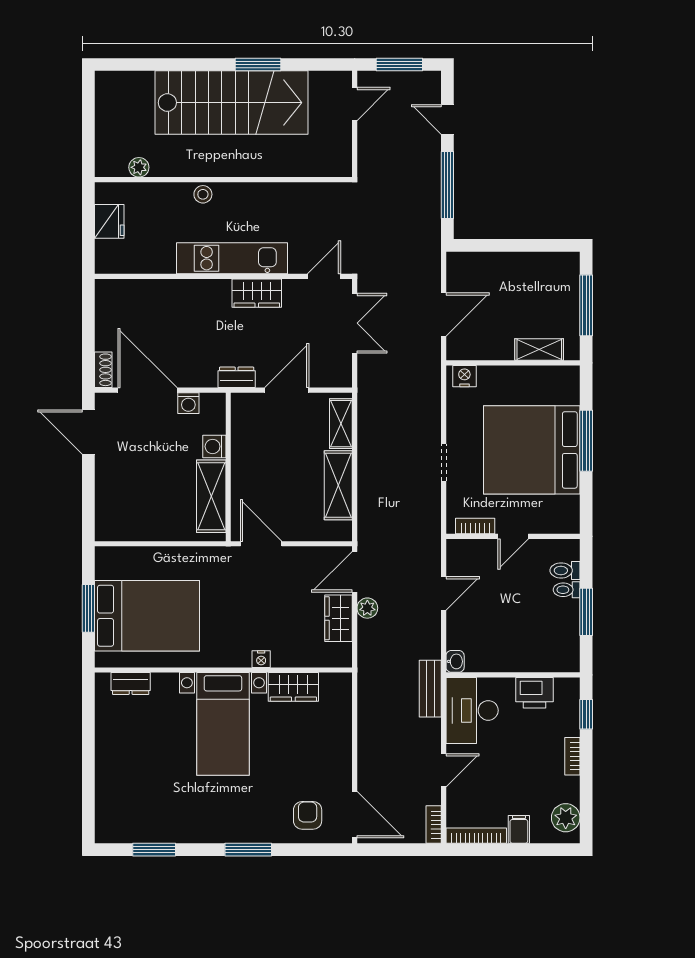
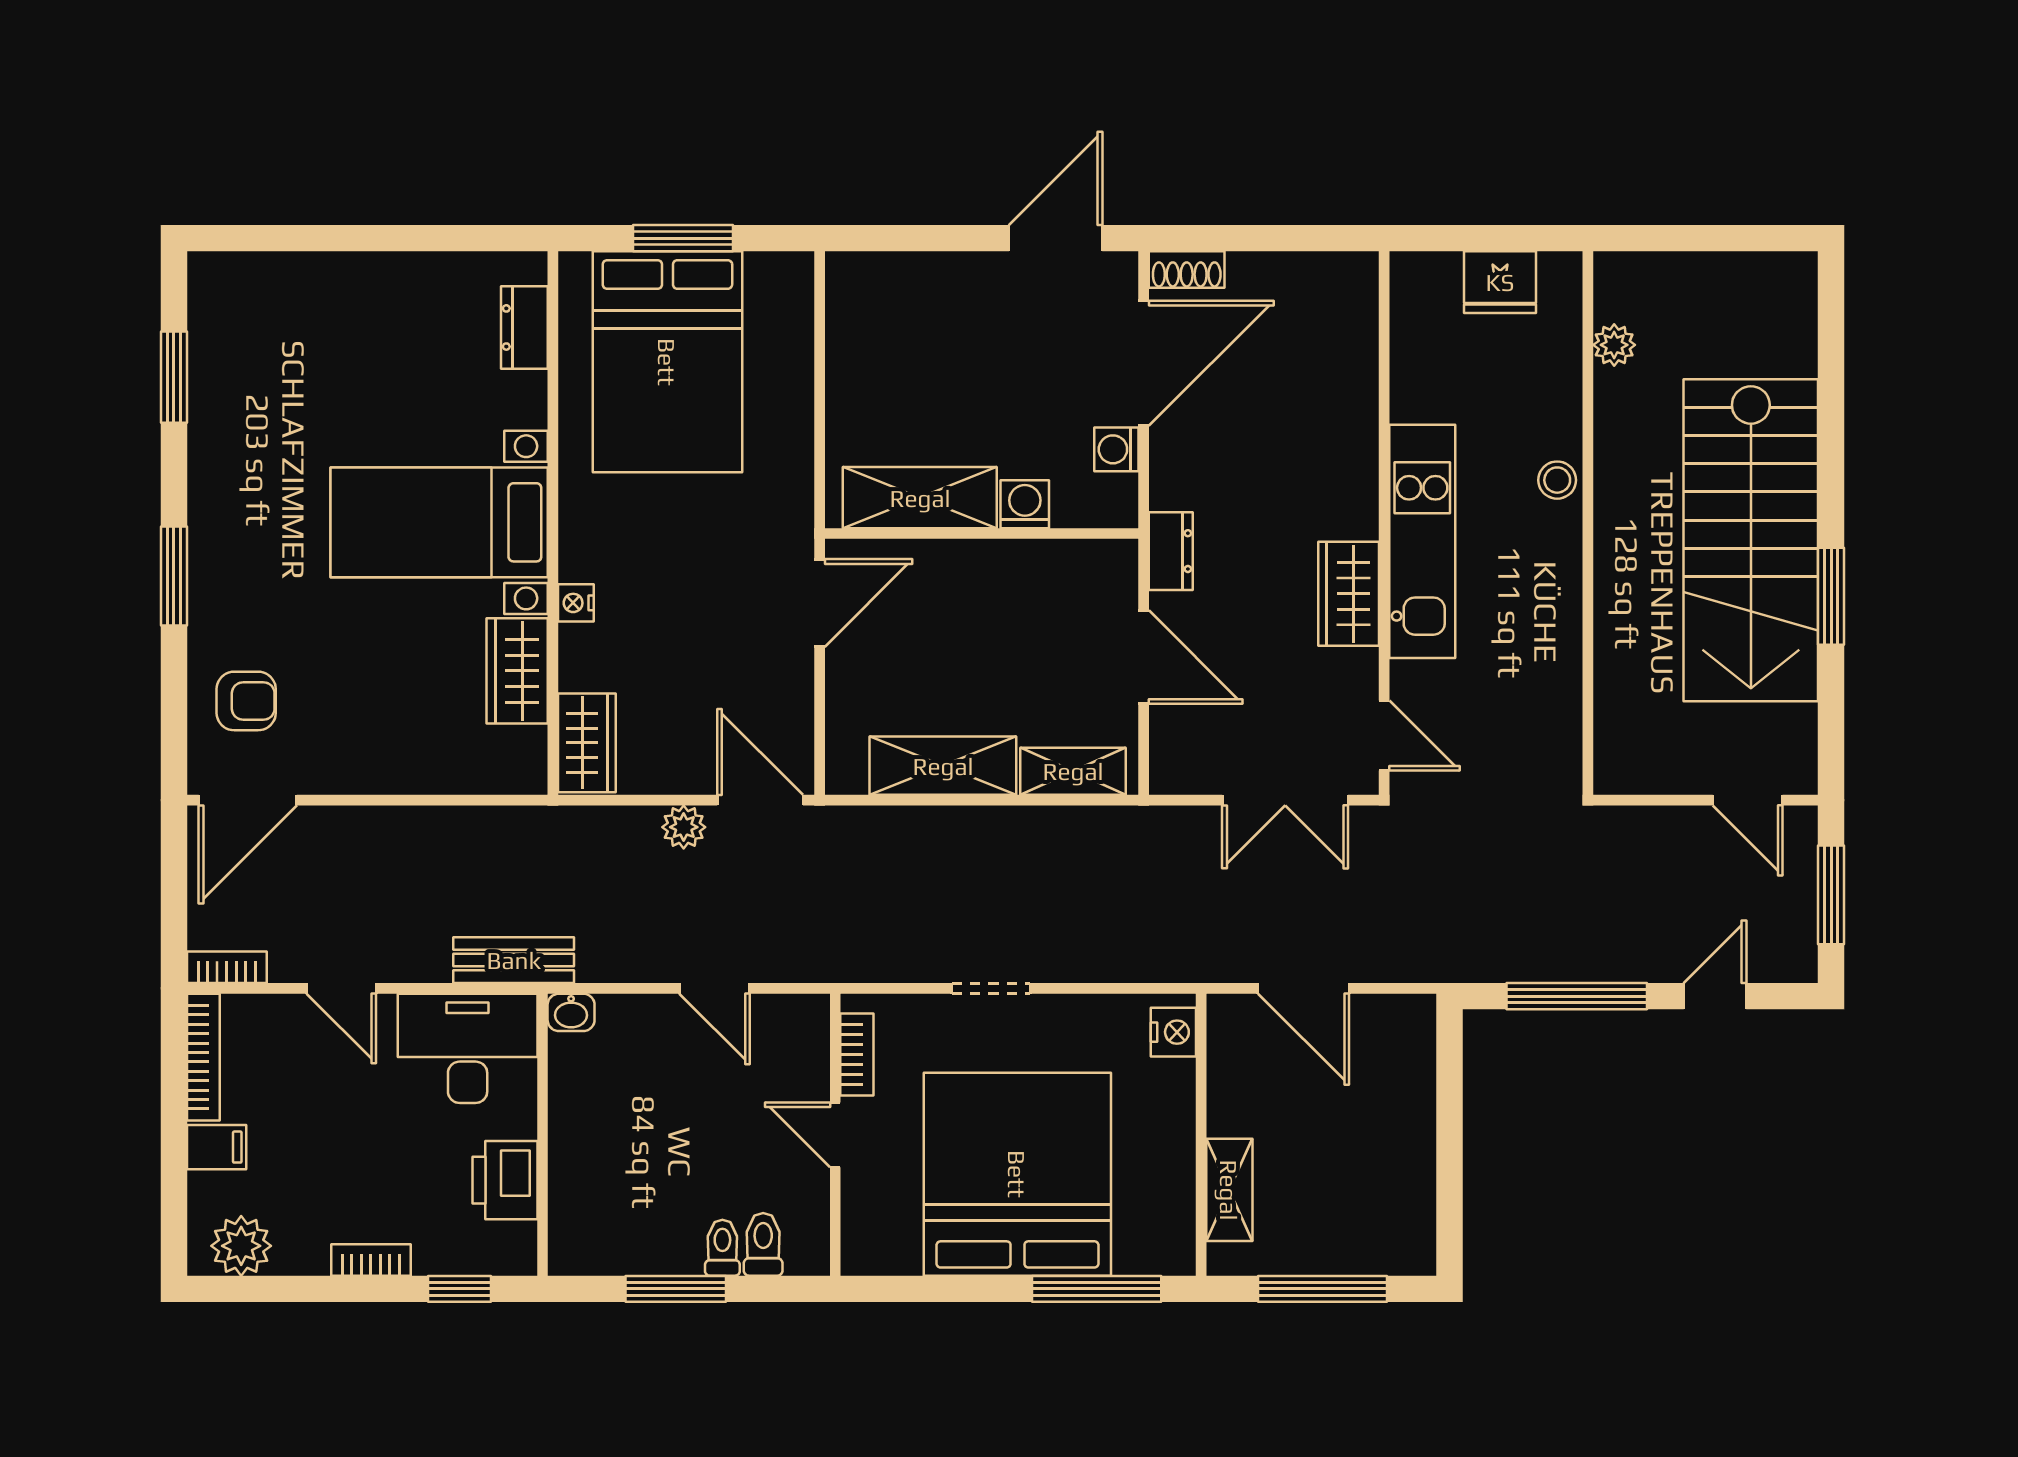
window: (586, 441) -> (1097, 1289), moved
wardrobe: (338, 618) -> (587, 743), moved, turned 90

